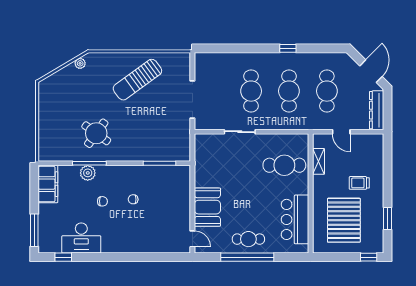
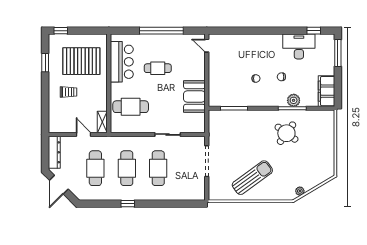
shelving: (318, 161) -> (102, 122), moved
booth: (207, 207) -> (194, 96), moved
pallet: (344, 220) -> (81, 61), turned 90
cafe table: (248, 239) -> (158, 68), moved

